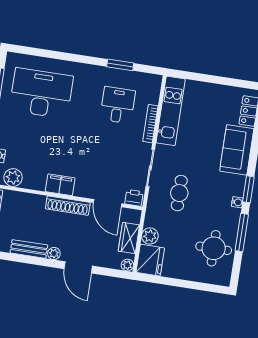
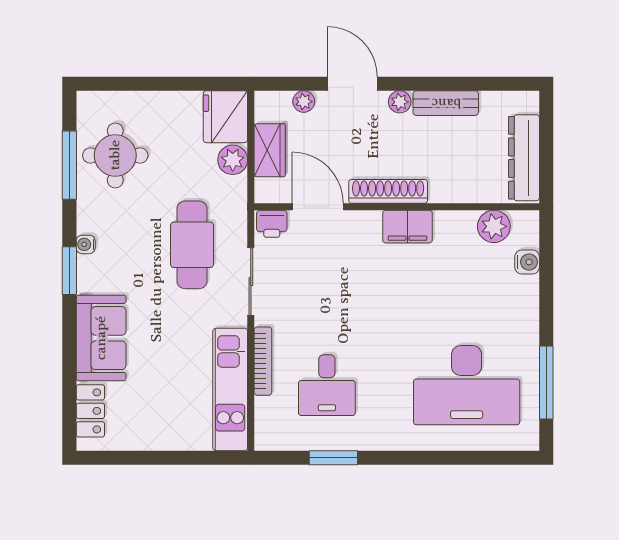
cafe table: (179, 193) -> (192, 245), width x1.37, depth x1.35
window: (242, 232) -> (69, 165), moved
plant: (127, 265) -> (304, 102), moved

